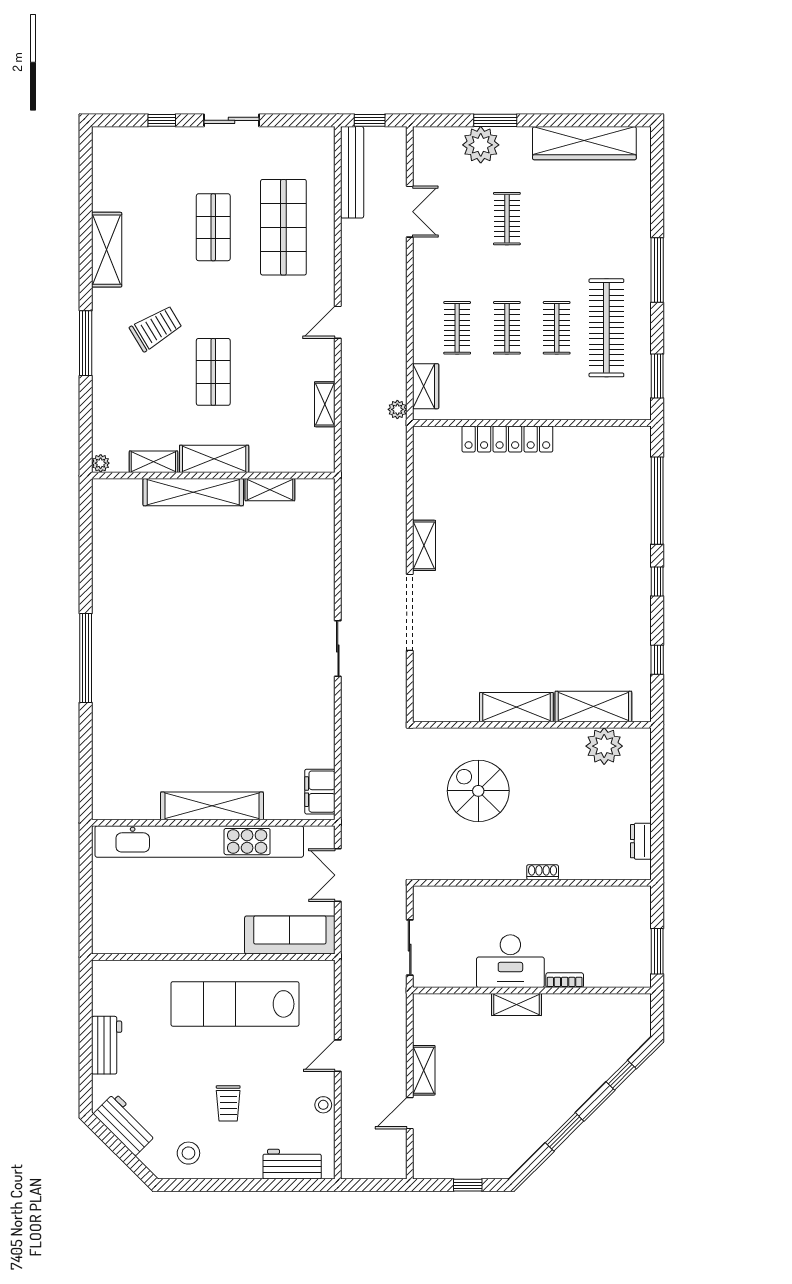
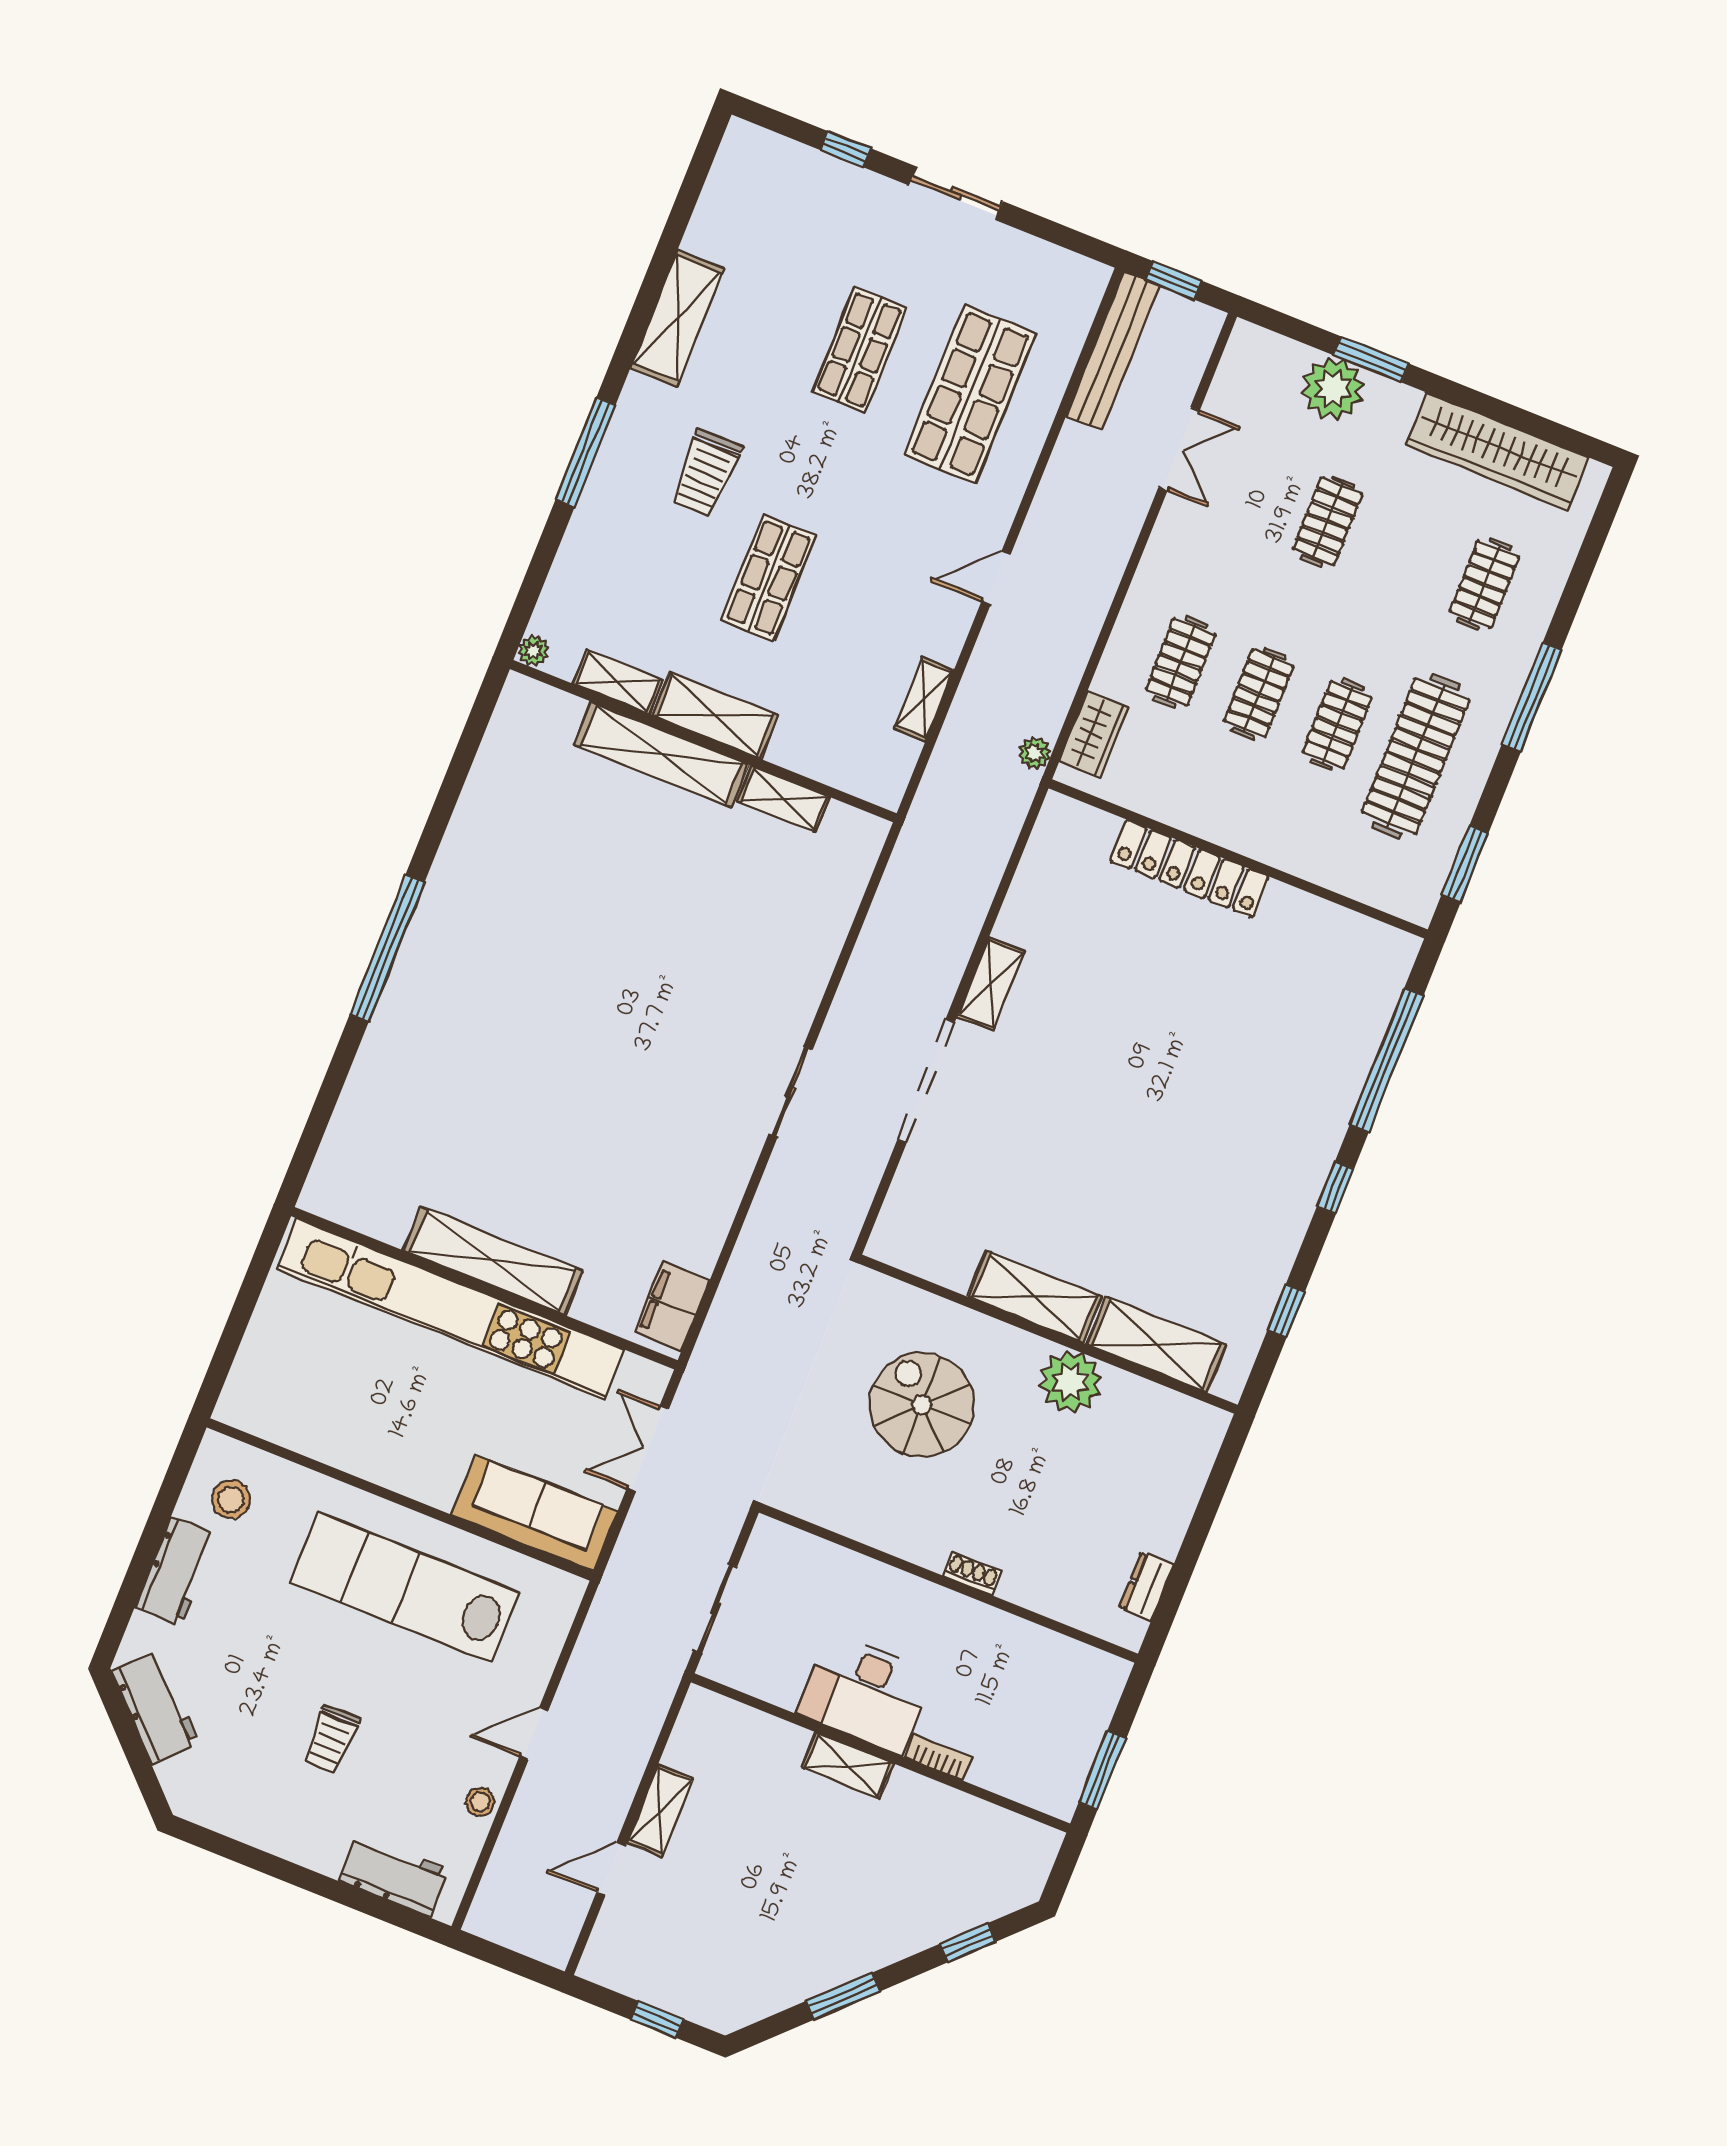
clothes rail: (606, 219) -> (1484, 584), added
trolley: (156, 328) -> (706, 473), turned 121
plant: (604, 746) -> (1070, 1382), moved
stool: (188, 1153) -> (231, 1499), moved

